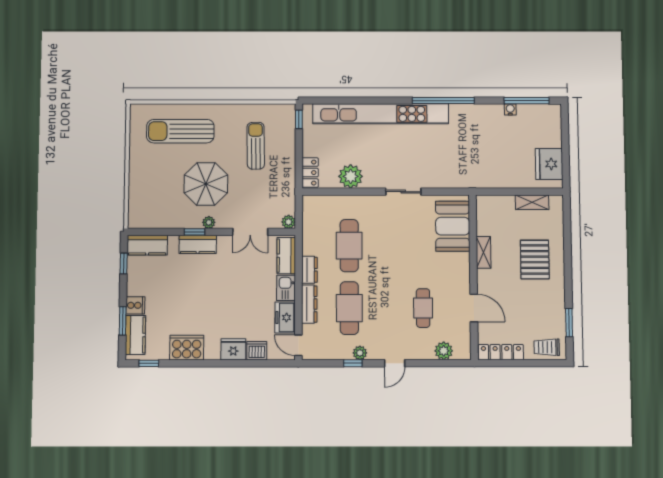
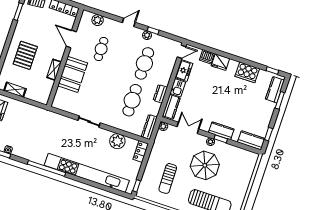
booth: (453, 226) -> (73, 74), moved
dresser: (309, 304) -> (149, 127), moved
cooker: (135, 305) -> (269, 107), removed
door: (298, 345) -> (182, 52), hinge flipped

